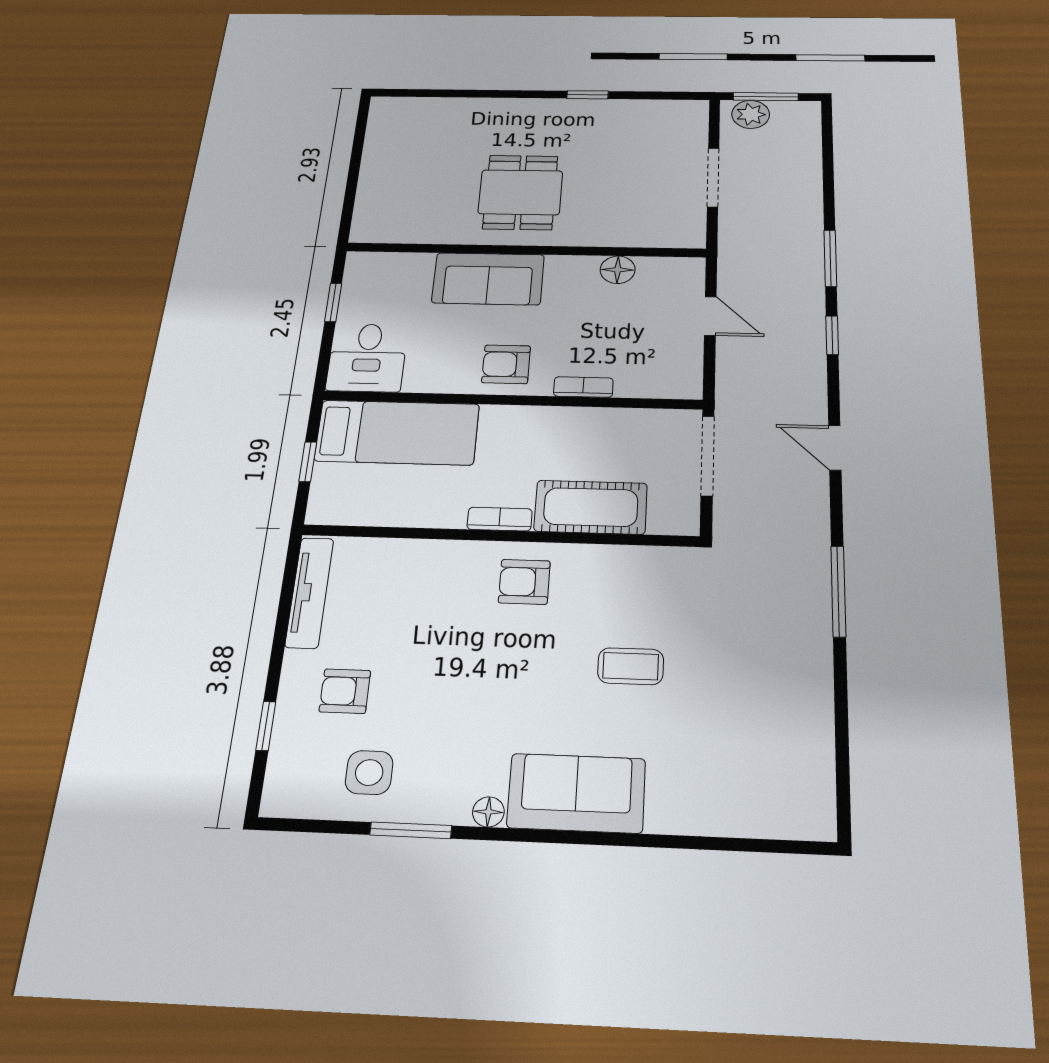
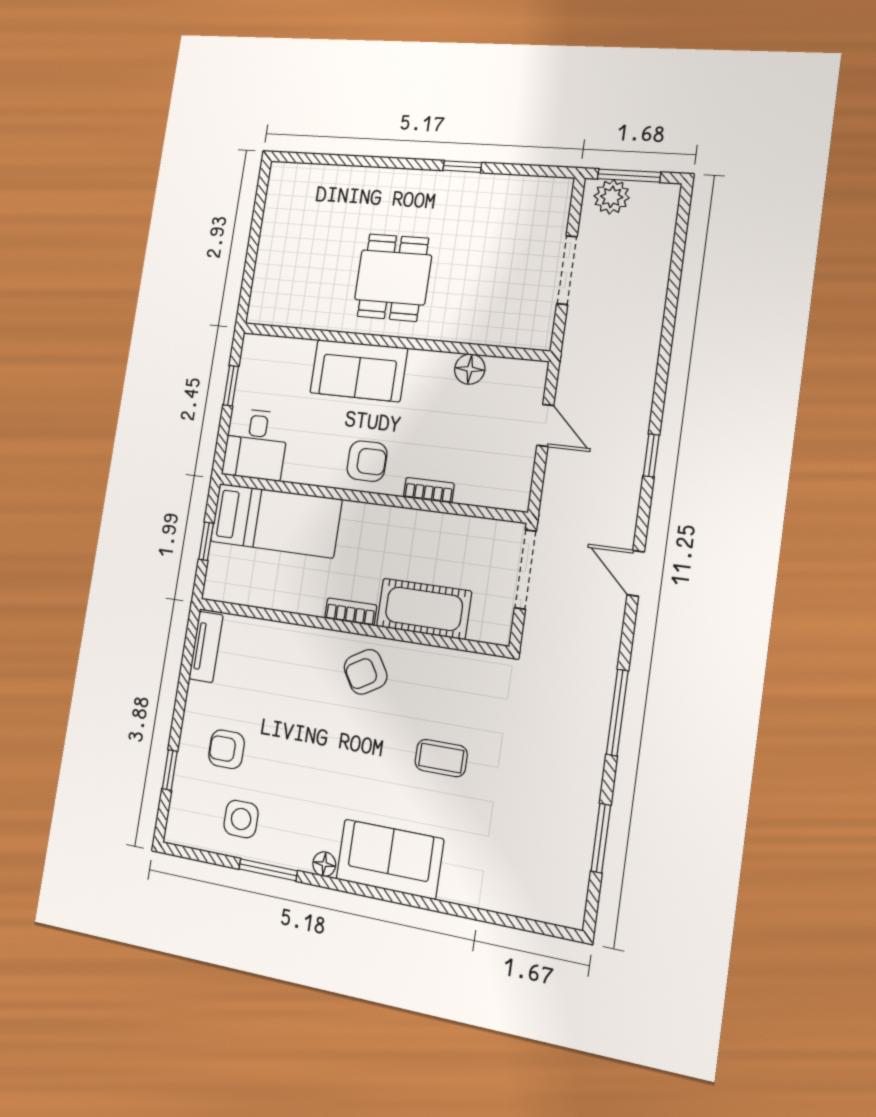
window: (830, 258) -> (601, 838), moved
armchair: (506, 364) -> (367, 461), turned 180
armchair: (524, 582) -> (366, 672), turned -31
tv unit: (310, 592) -> (206, 647), width x0.71

